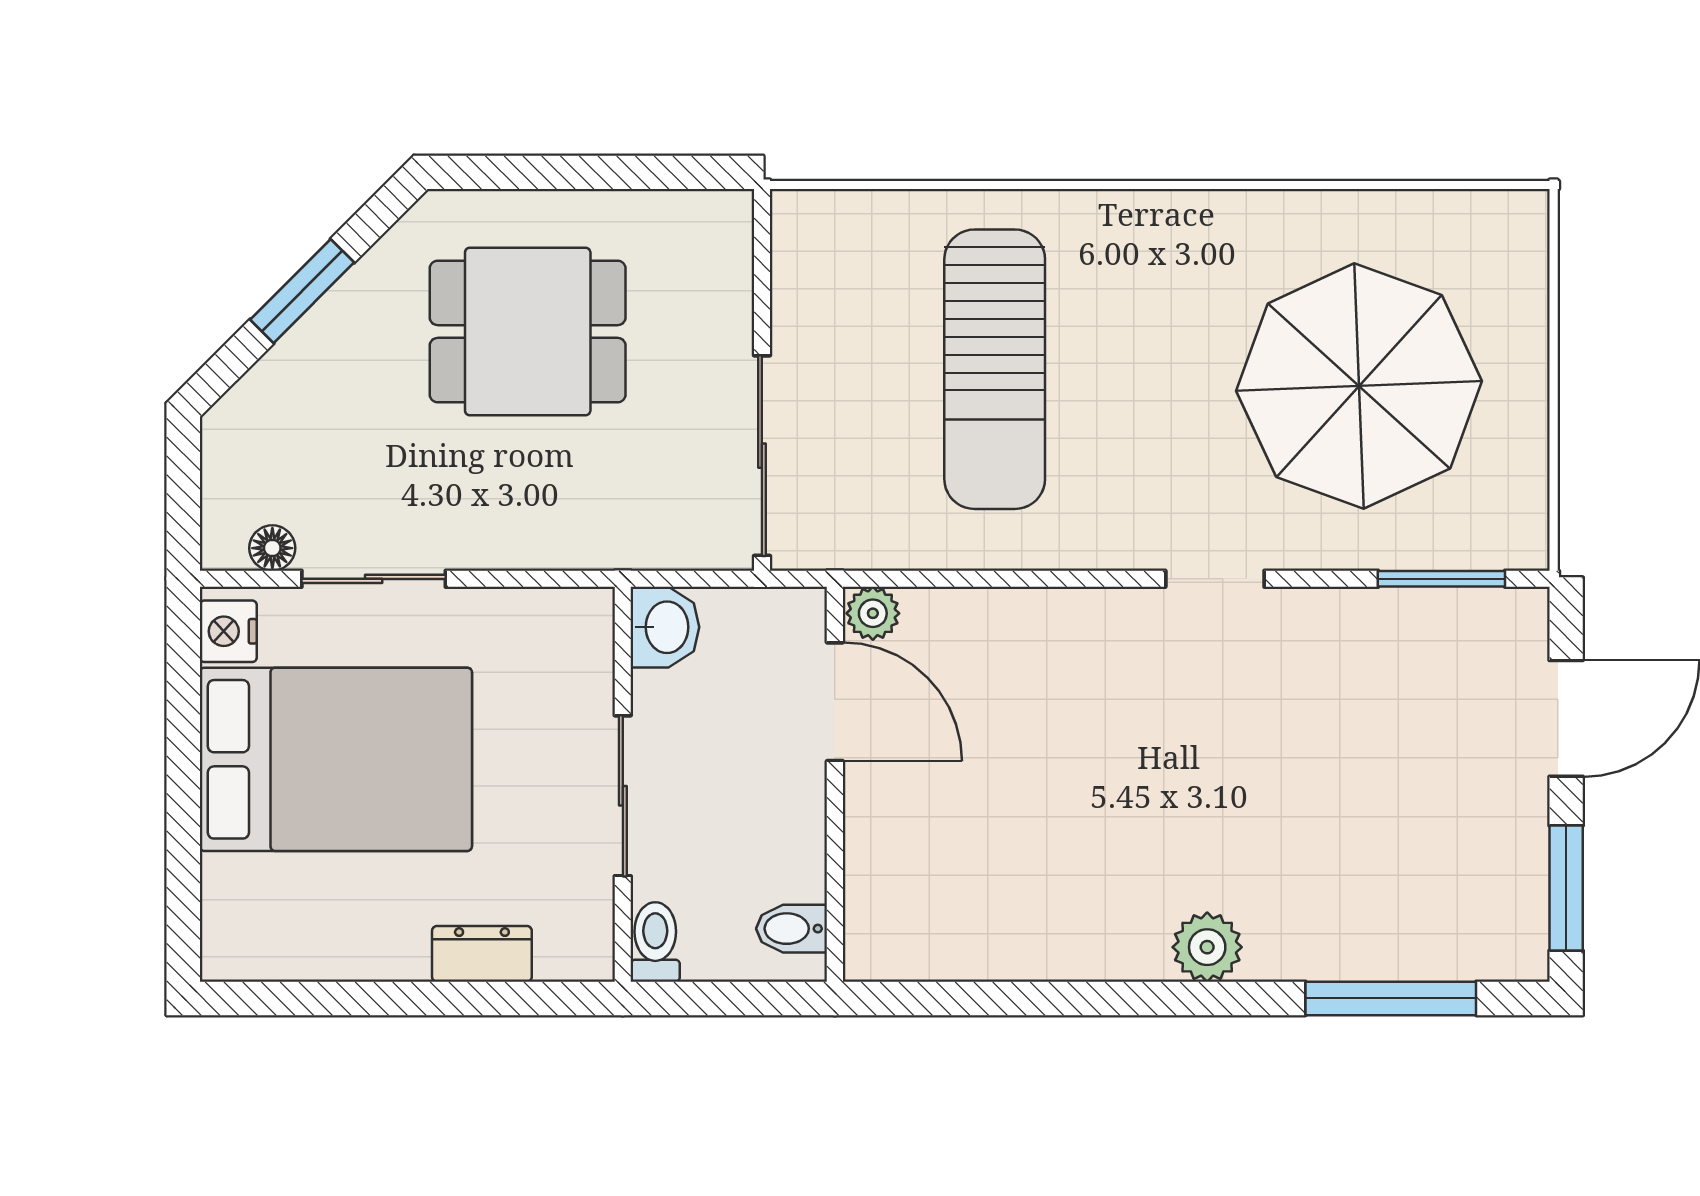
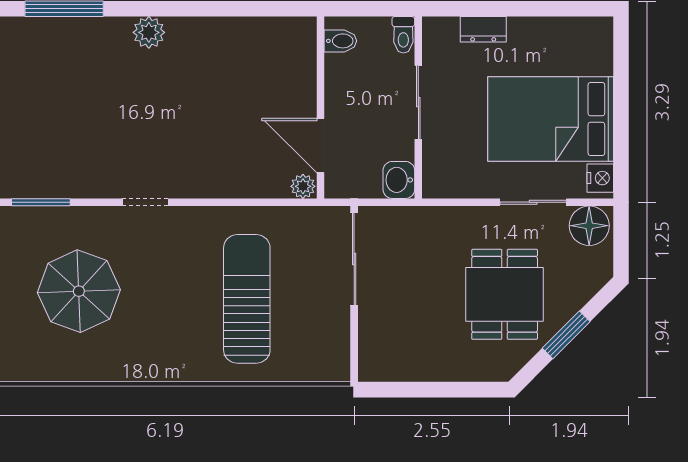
dining table: (528, 332) -> (505, 294), moved, turned 90
parasol: (1359, 386) -> (79, 291), width x0.73, depth x0.73
floor lamp: (272, 548) -> (589, 226), width x1.89, depth x1.89

